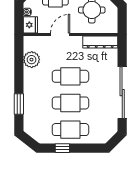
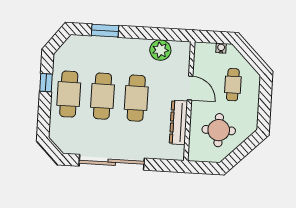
fridge: (30, 25) -> (204, 51), removed
dresser: (100, 42) -> (178, 122), moved

